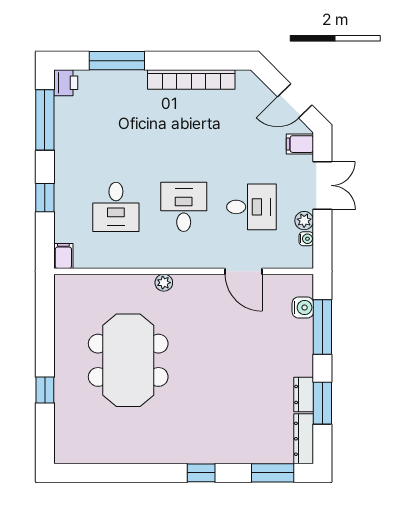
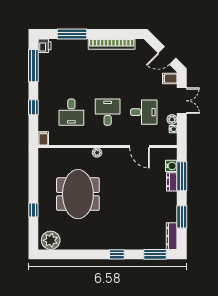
dresser: (304, 395) -> (172, 182), moved
plant: (77, 447) -> (51, 240), added

